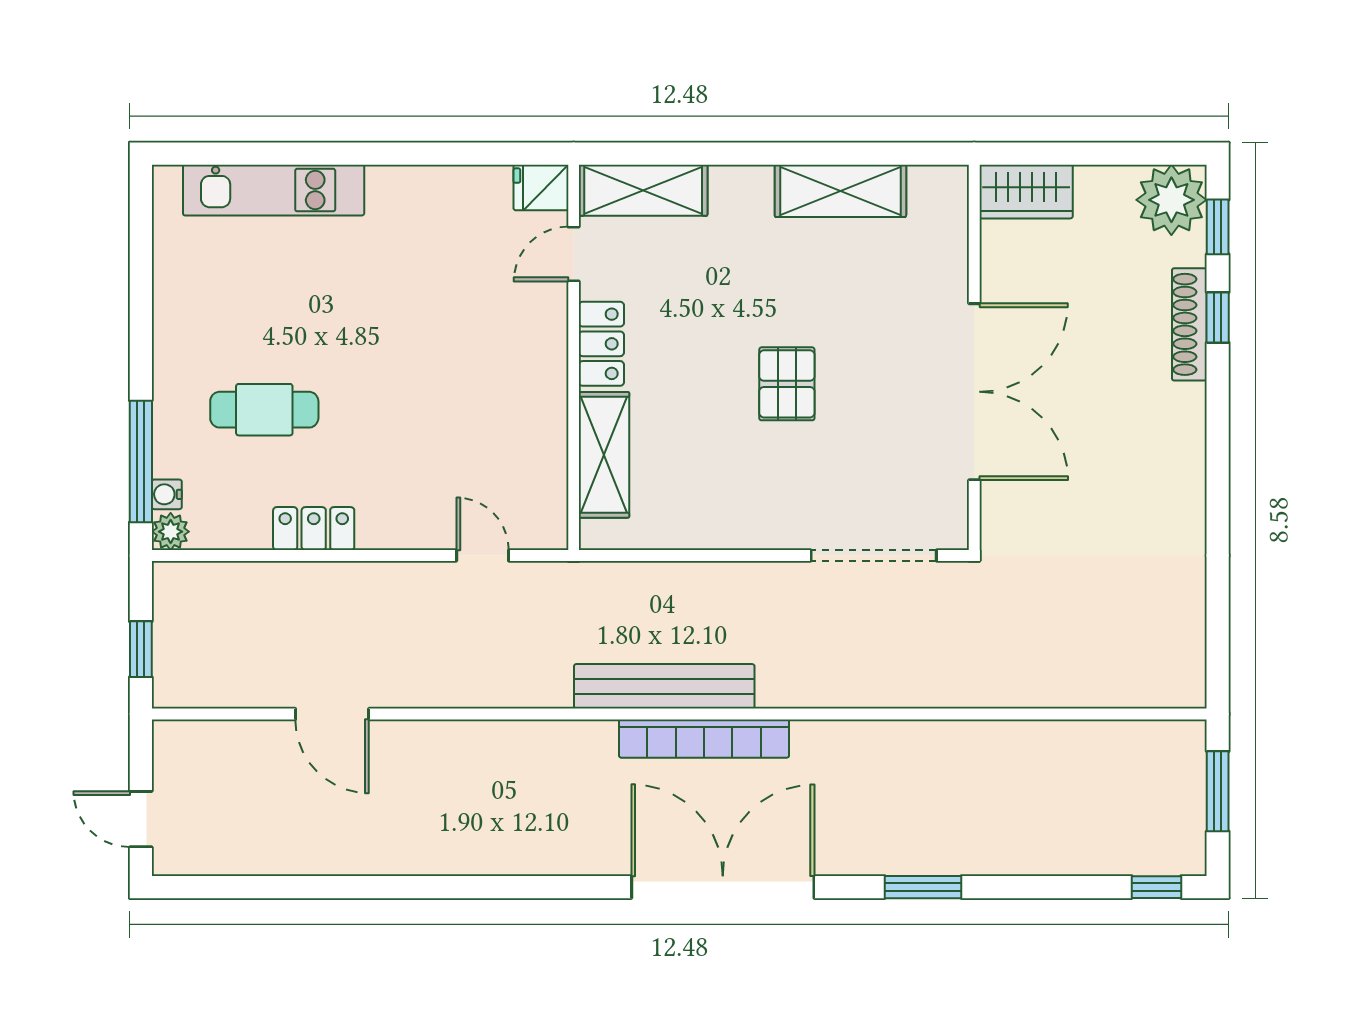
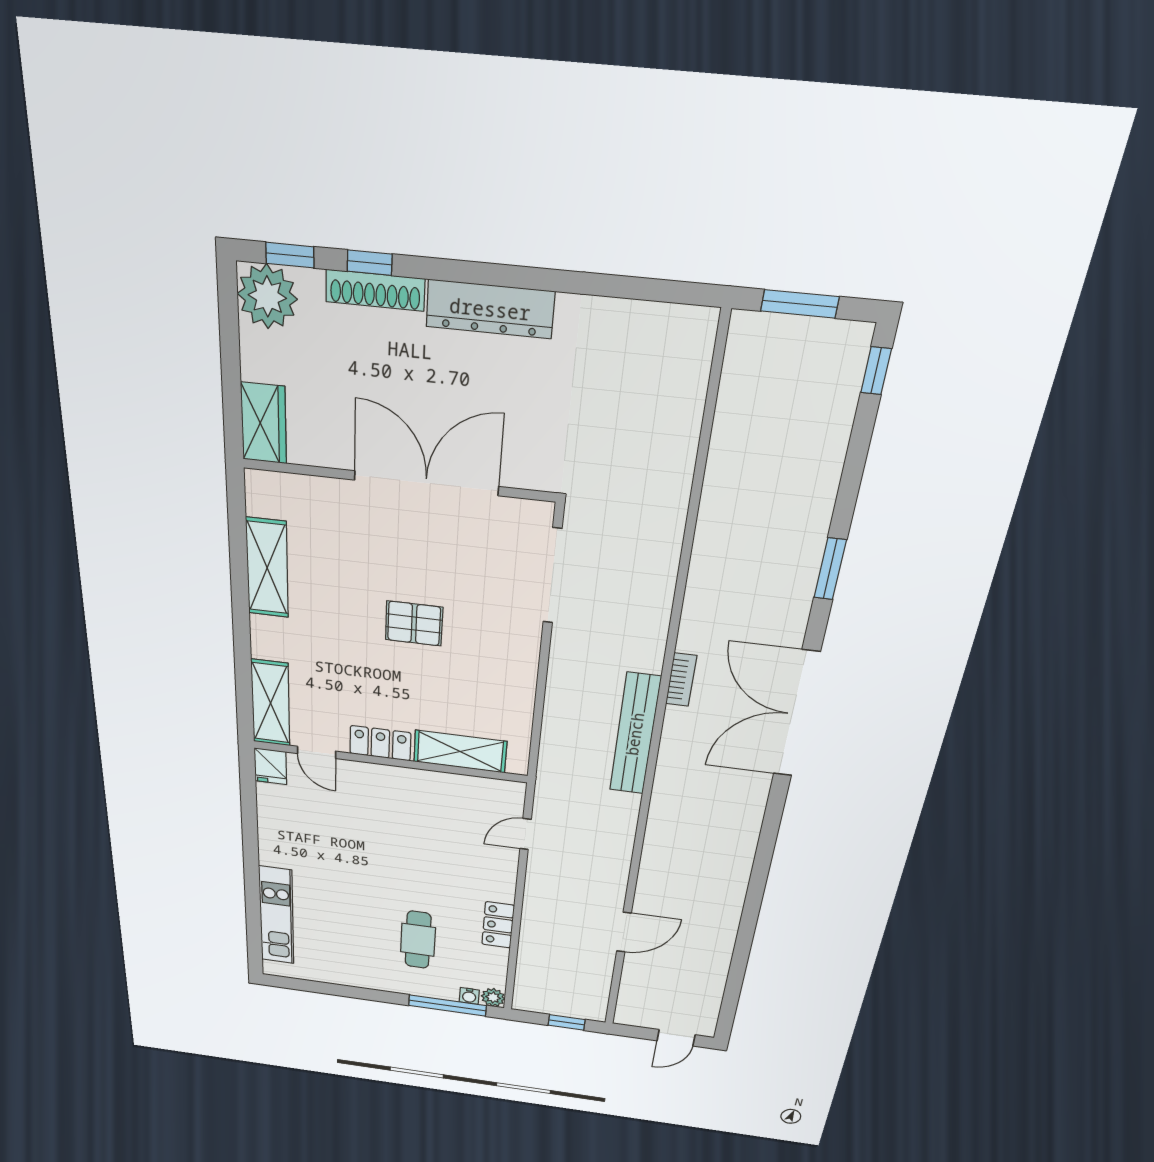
dresser: (1181, 455) -> (490, 309), added
bookcase: (704, 739) -> (681, 680), width x0.43, depth x0.76

